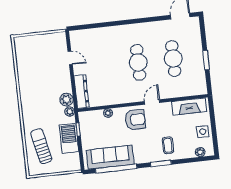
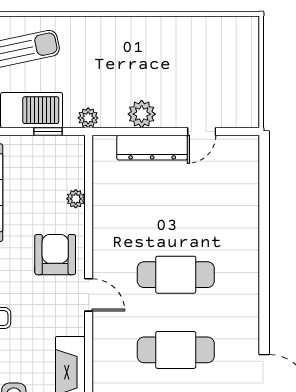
dresser: (81, 92) -> (152, 148), moved
plant: (67, 100) -> (142, 114), moved
armchair: (135, 120) -> (55, 255), turned 180

